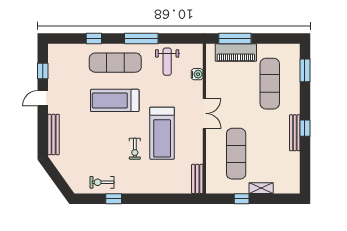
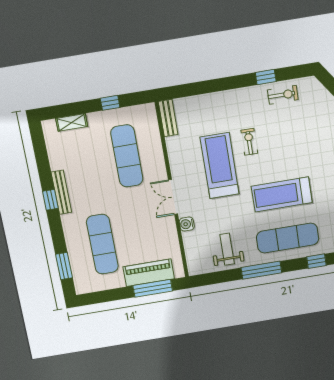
water cooler: (197, 74) -> (187, 224), moved
treadmill: (115, 100) -> (282, 194), turned 180
shelving: (261, 188) -> (72, 122), moved

